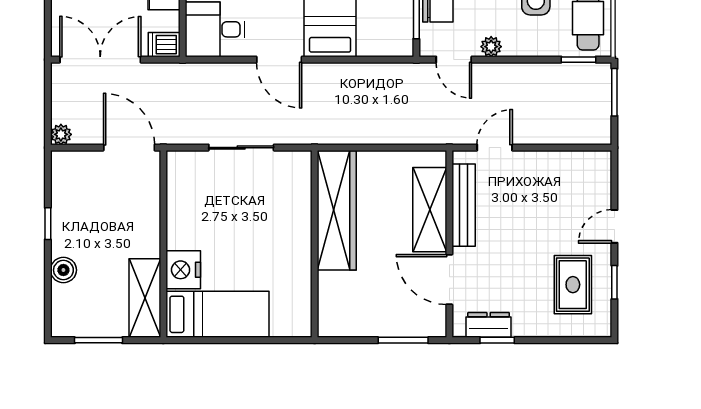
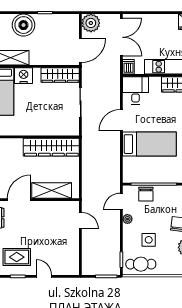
plant: (61, 134) -> (91, 23), width x1.87, depth x1.87
wardrobe: (182, 191) -> (60, 75), added
bench: (464, 205) -> (54, 206), removed
boiler: (63, 270) -> (23, 25), width x1.86, depth x1.86

